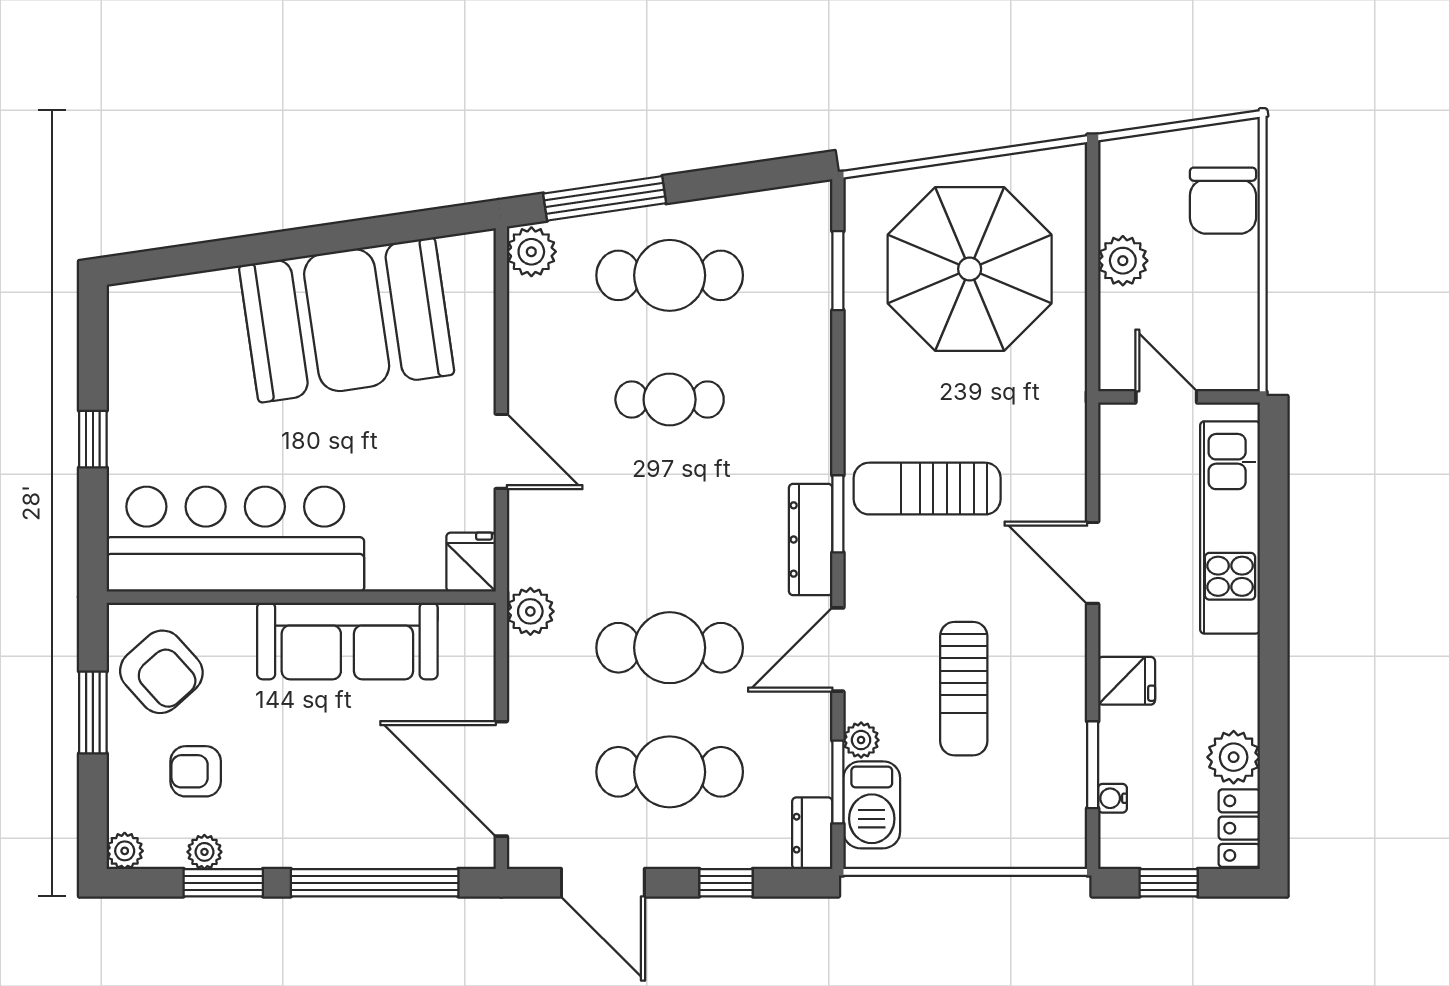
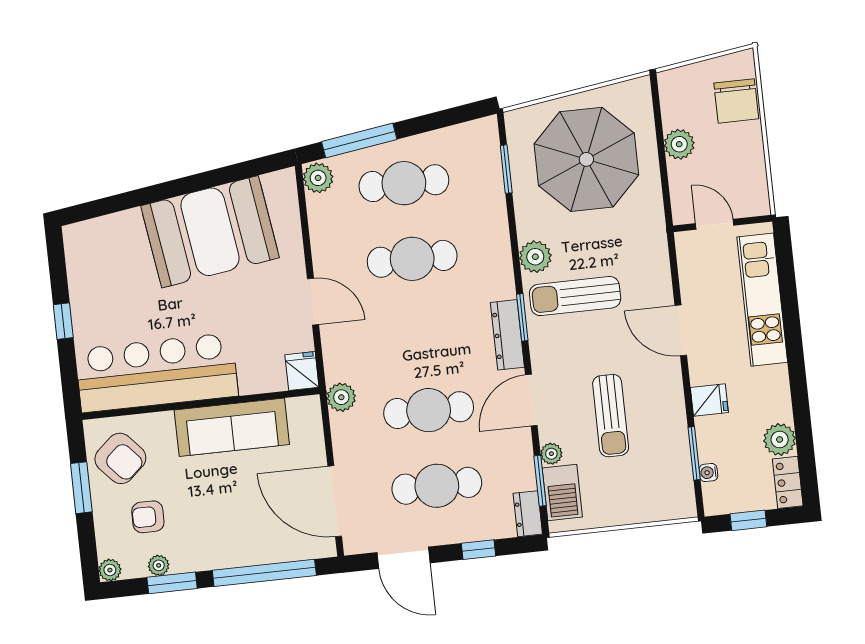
cafe table: (670, 400) -> (412, 259), width x1.37, depth x1.35
plant: (870, 418) -> (535, 257), added

